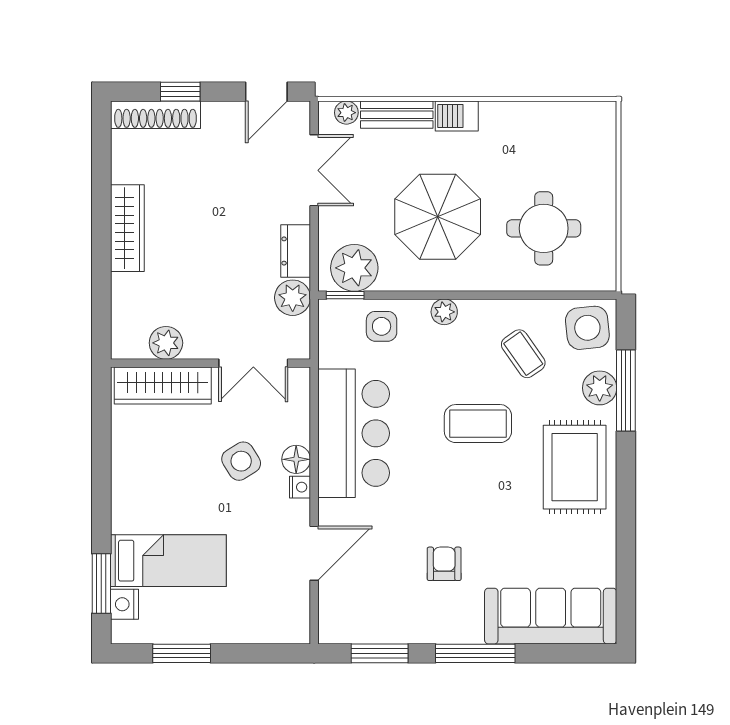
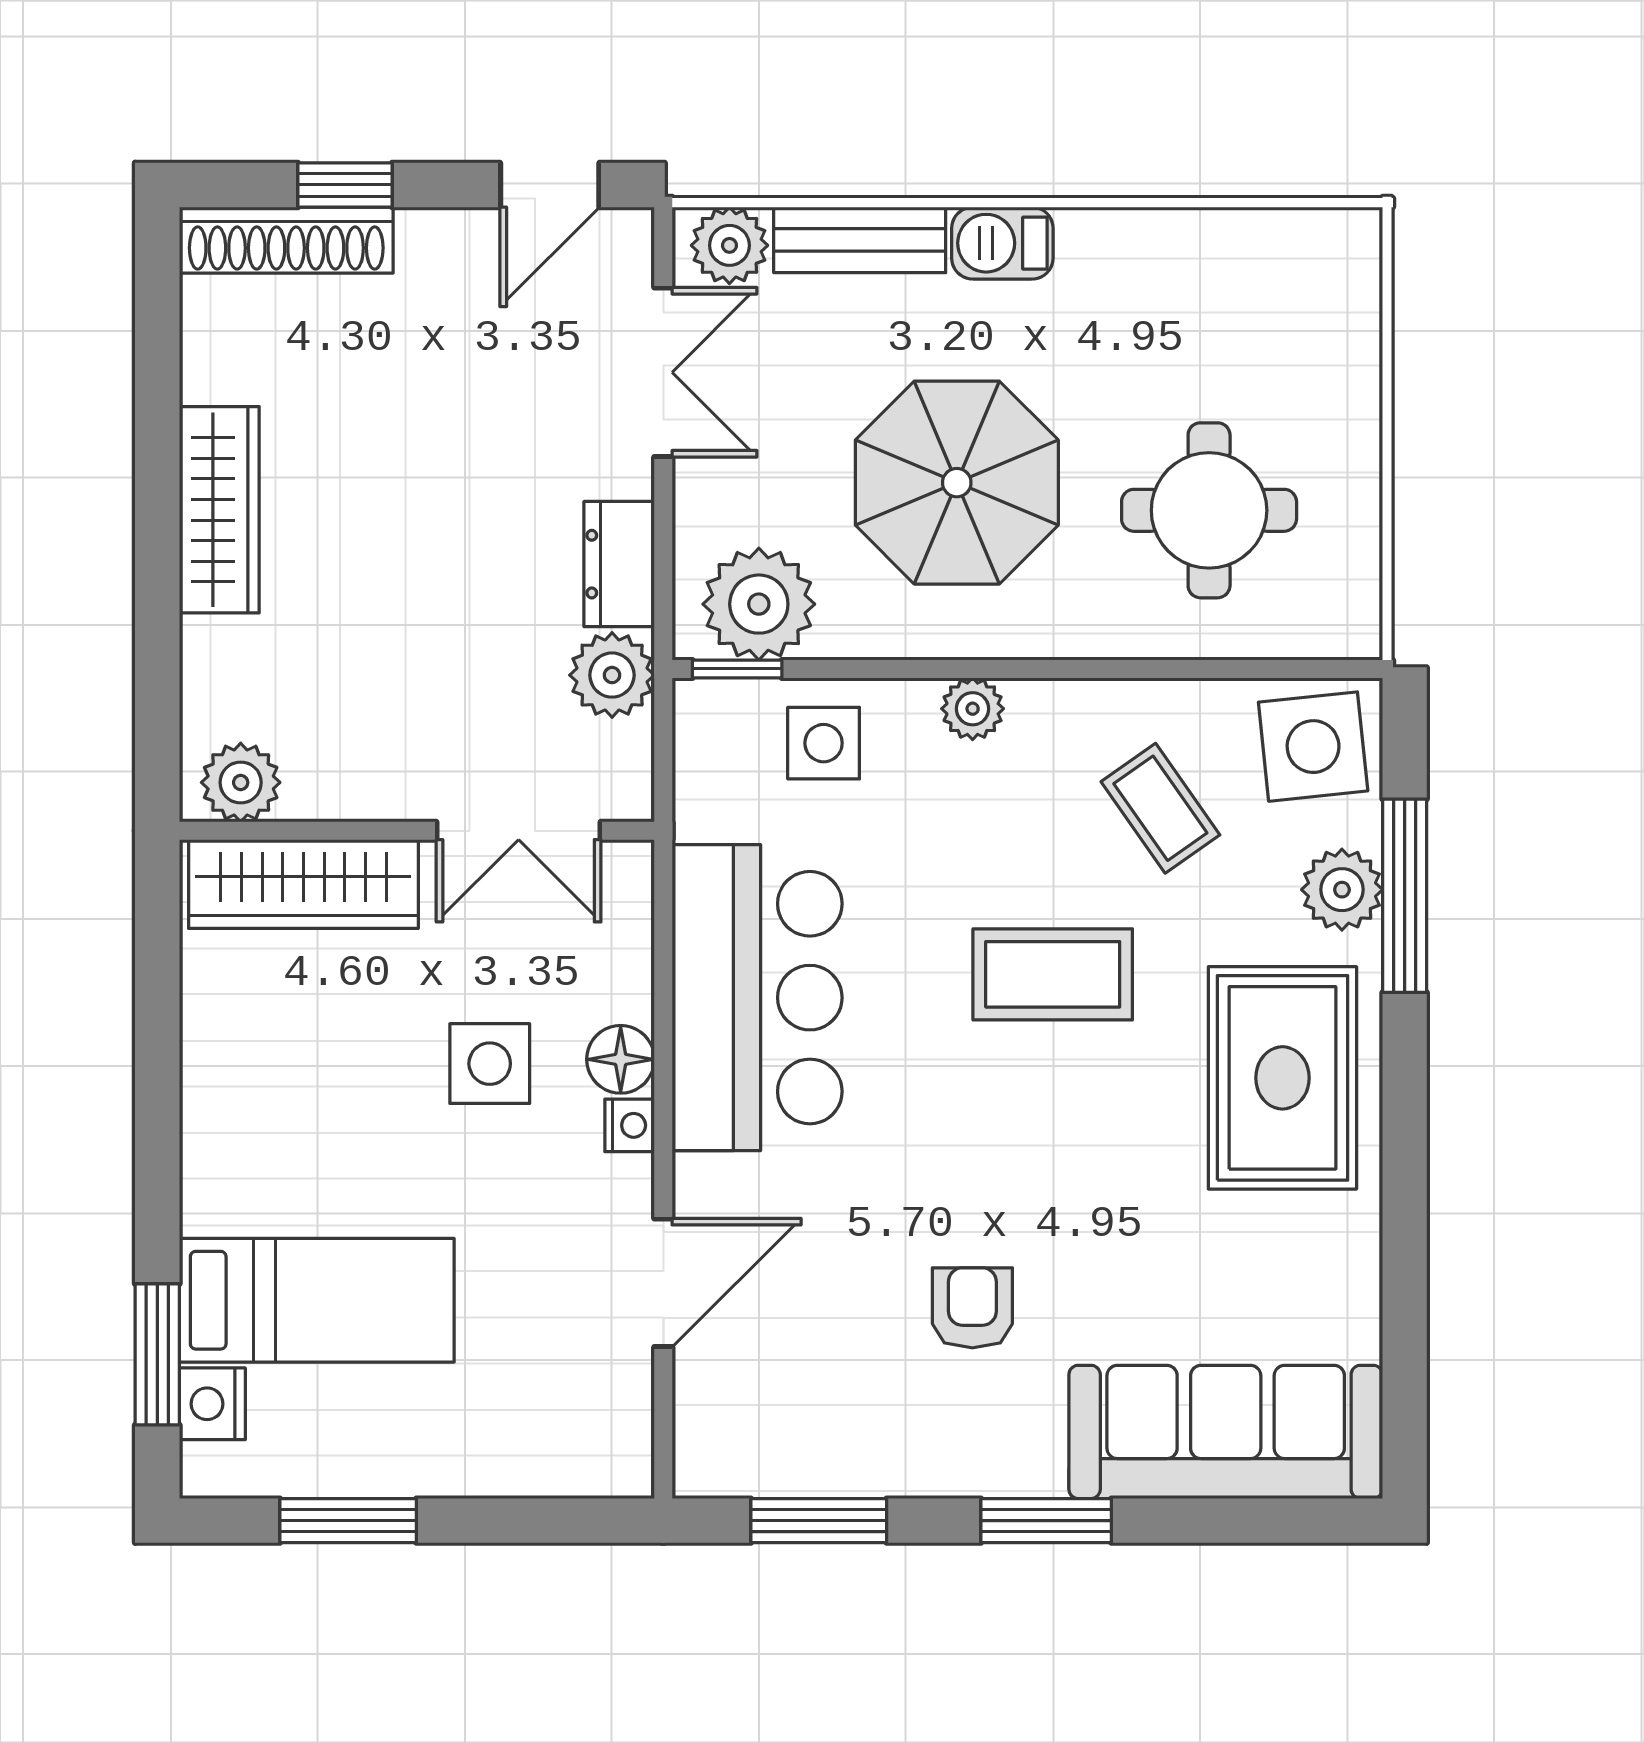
plant: (346, 113) -> (729, 245), width x1.38, depth x1.38
plant: (166, 343) -> (241, 782), moved
side table: (241, 461) -> (490, 1064), turned 32
window: (475, 653) -> (1046, 1521), width x0.69

